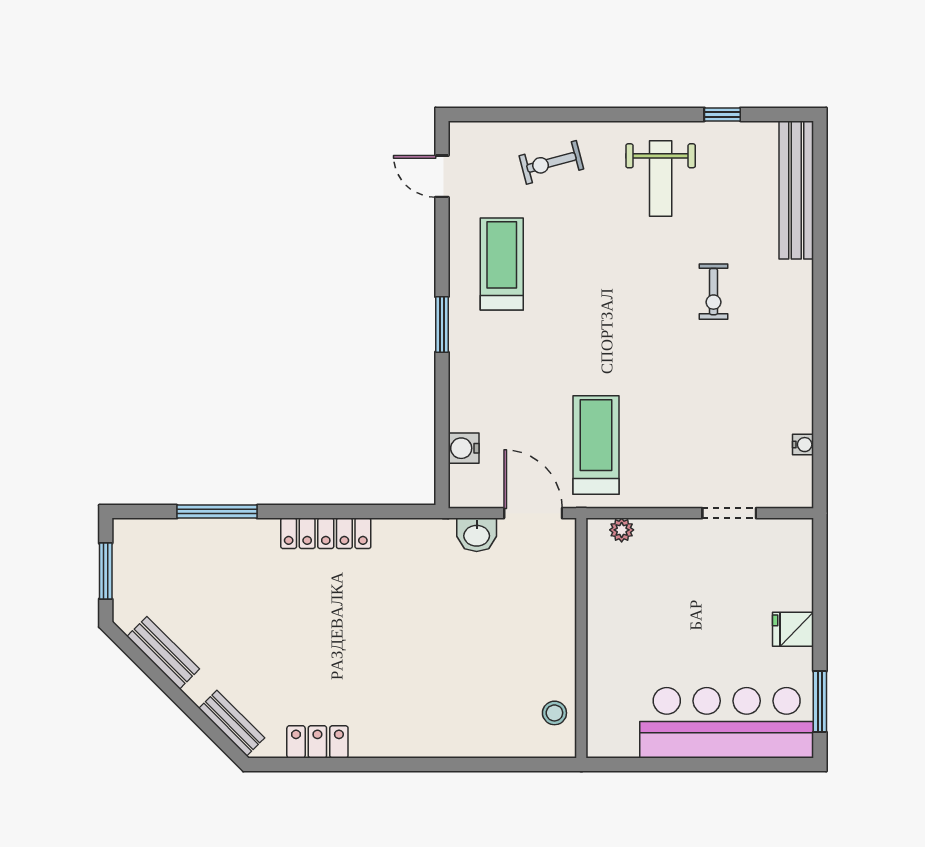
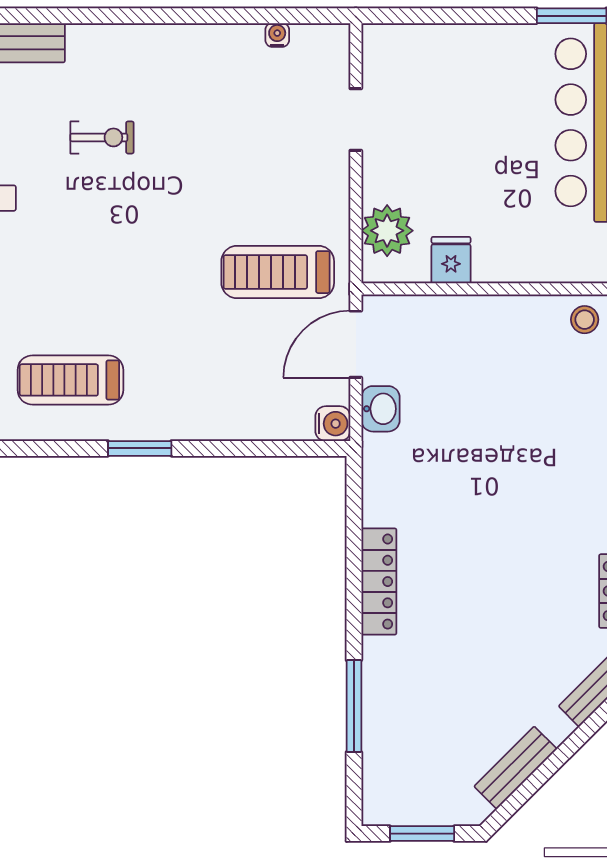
water cooler: (464, 448) -> (333, 424), moved, turned -90
plant: (622, 530) -> (387, 231), width x1.88, depth x1.88
fridge: (793, 629) -> (451, 260), moved, turned 180

